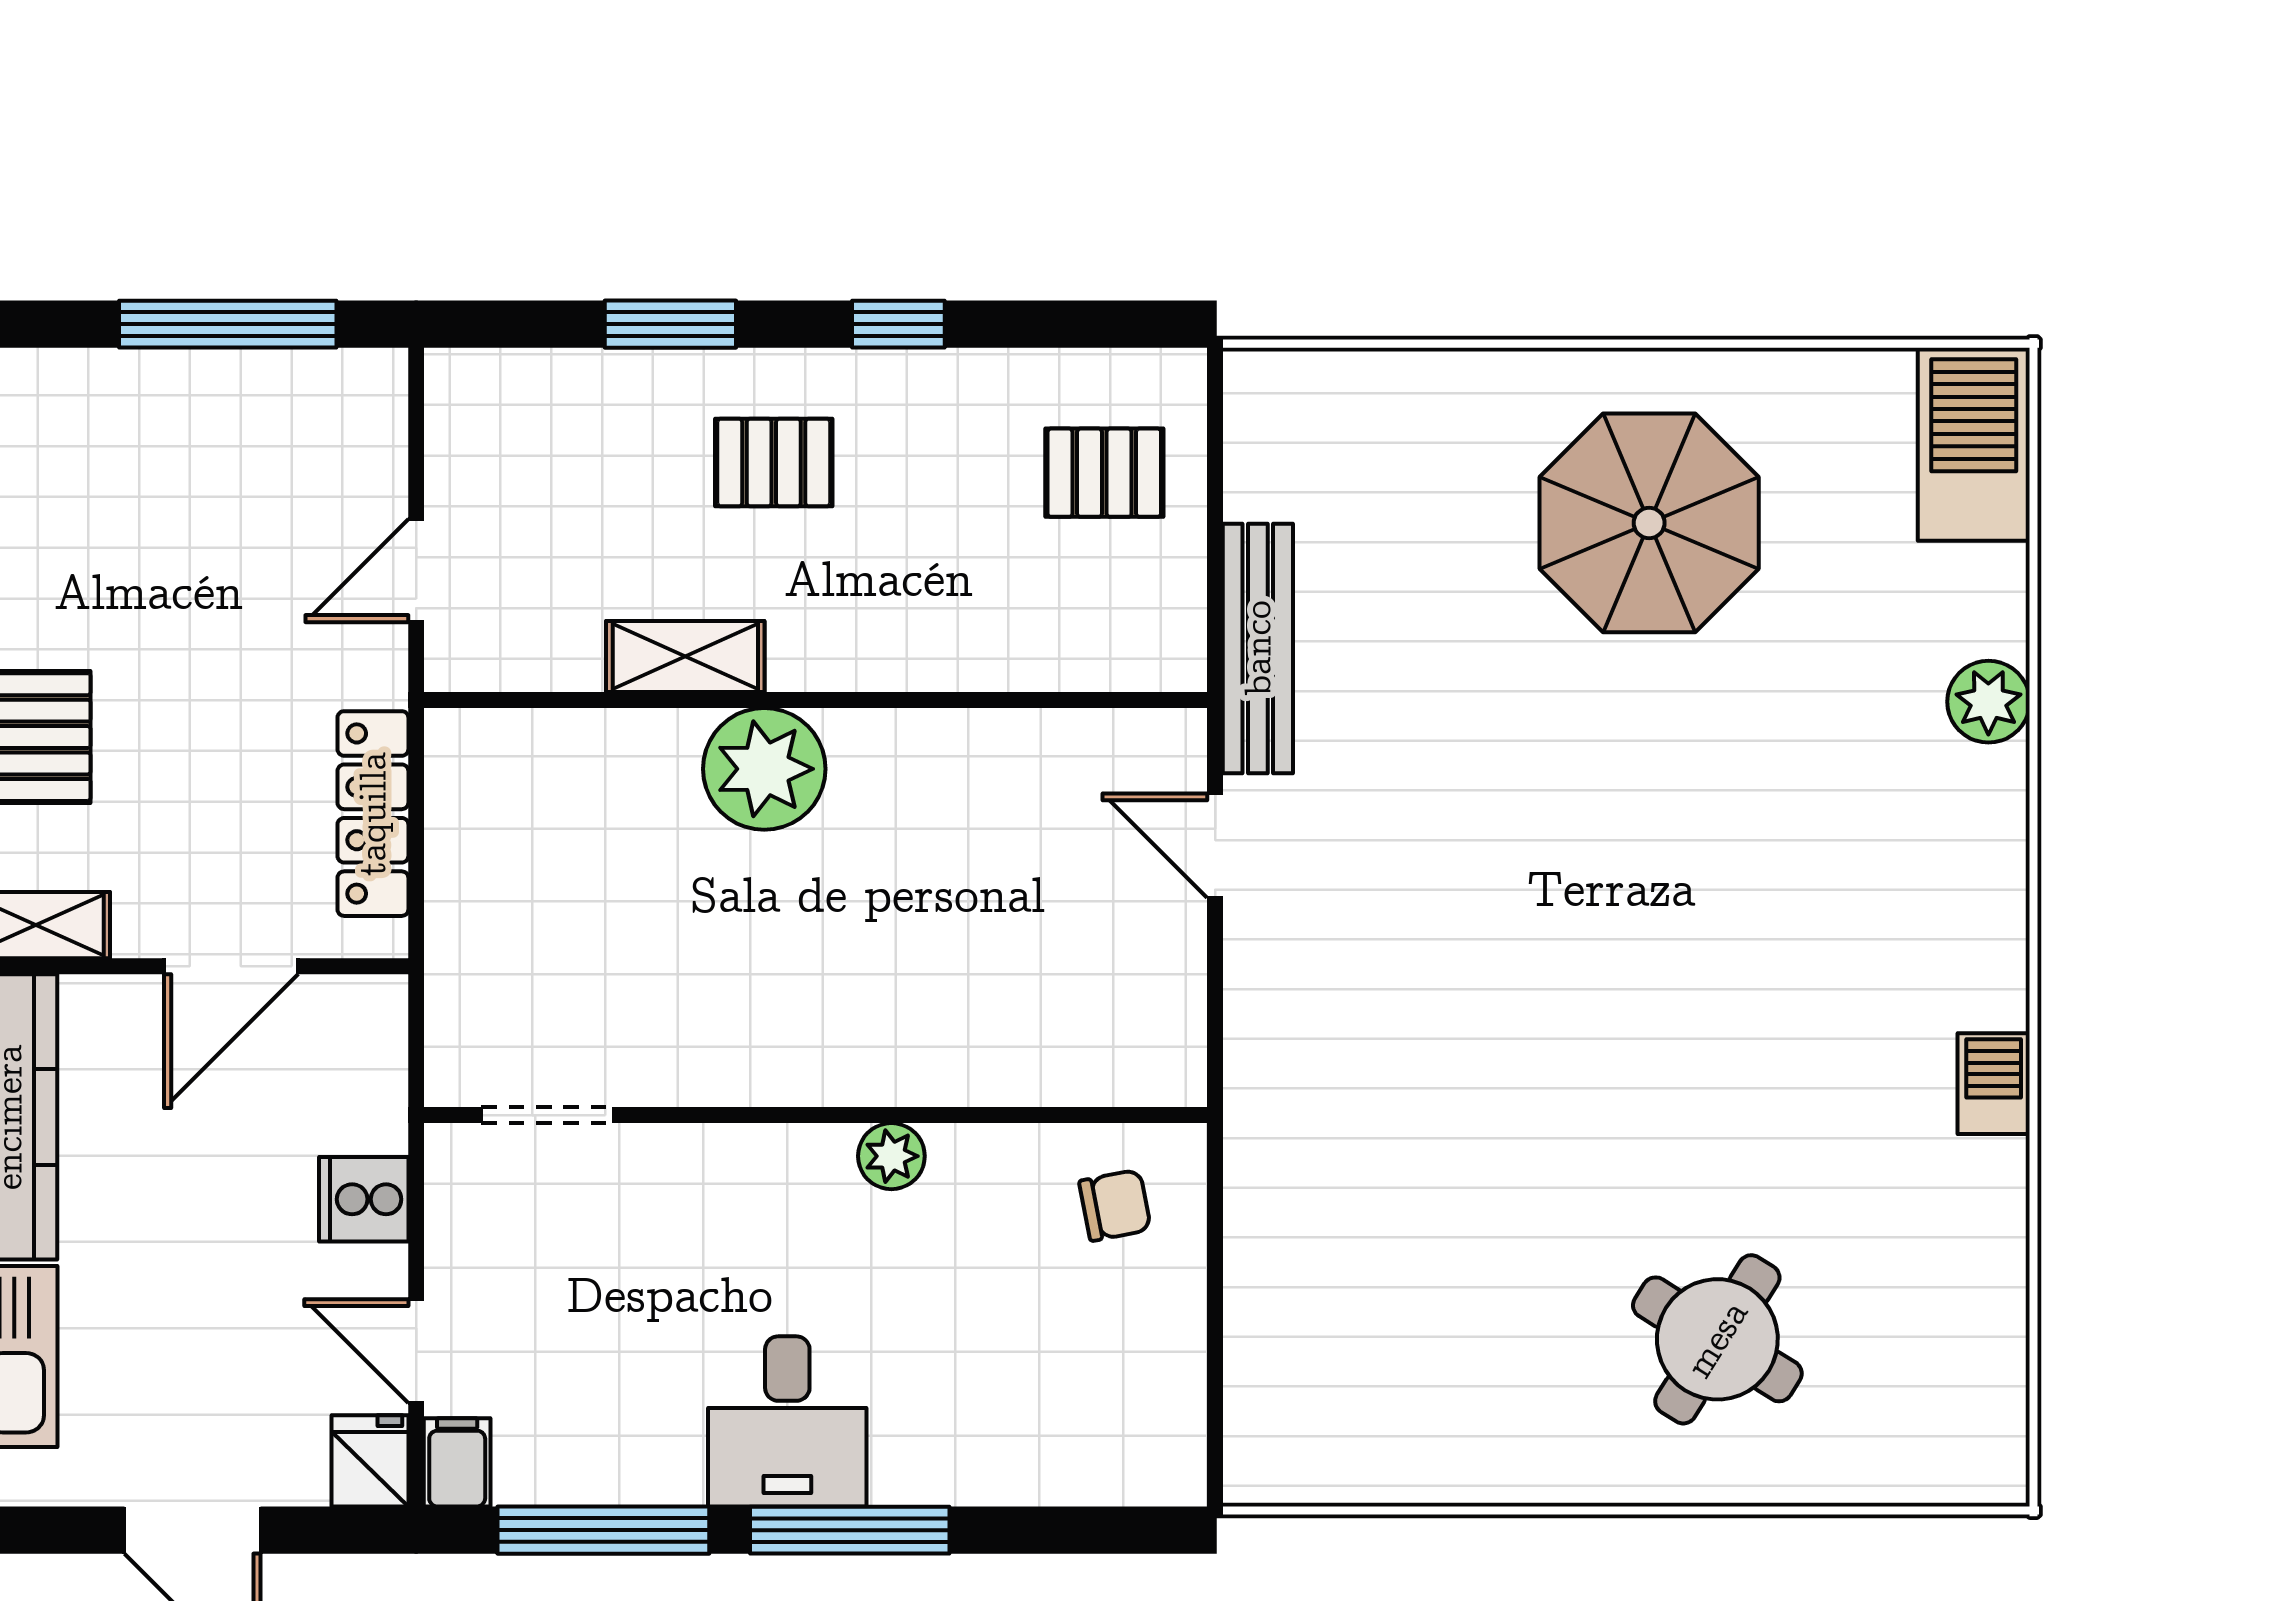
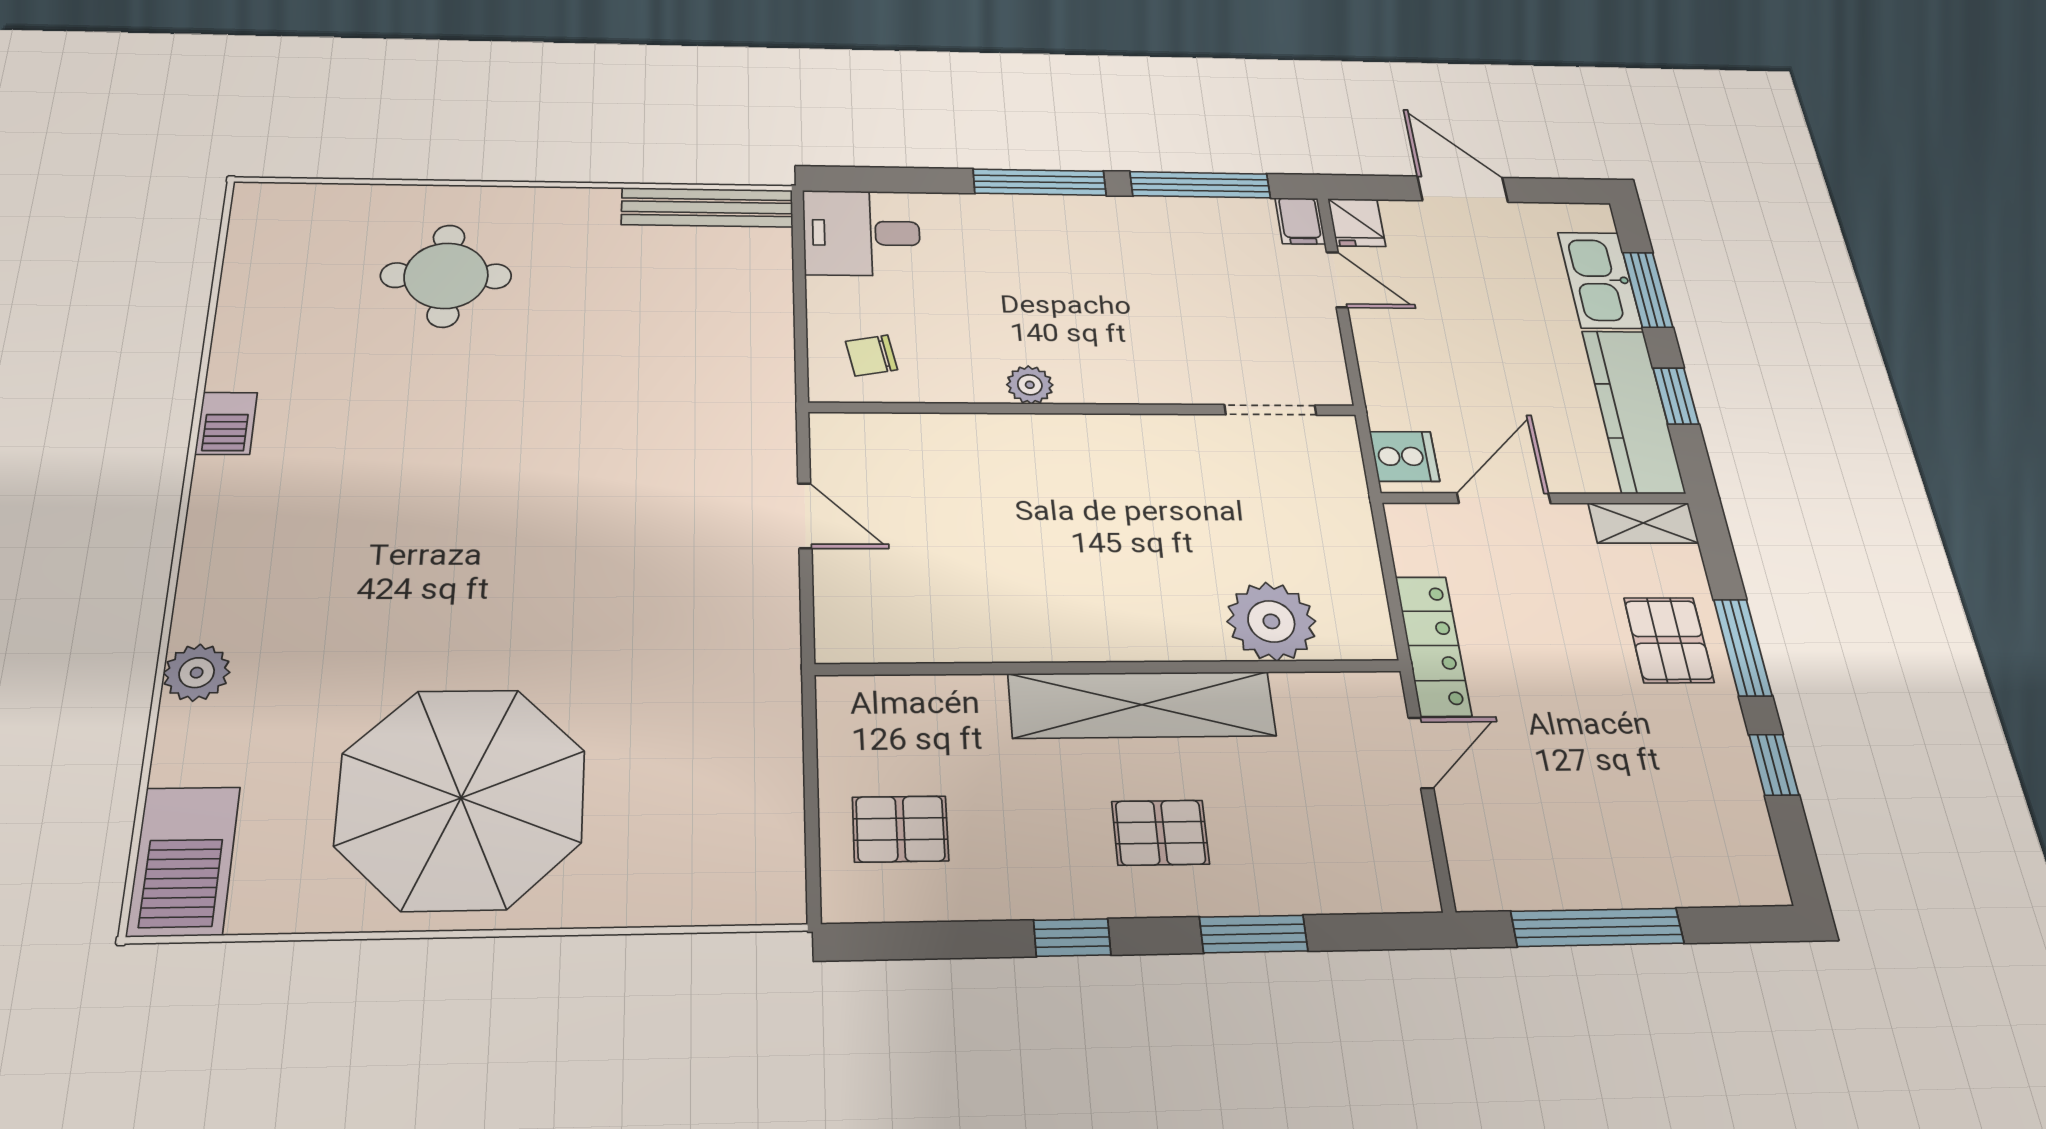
parasol: (1649, 523) -> (461, 798), width x1.36, depth x1.36
bench: (1258, 648) -> (707, 207), moved, turned 90
shelving: (685, 657) -> (1142, 705), width x2.20, depth x1.33
plant: (764, 769) -> (1271, 621), moved
locker: (373, 814) -> (1433, 646), moved
door: (1215, 846) -> (805, 516), moved
cooker: (364, 1199) -> (1404, 456), moved
round table: (1717, 1339) -> (446, 276), turned -32
desk: (787, 1421) -> (862, 233), moved, turned -90

